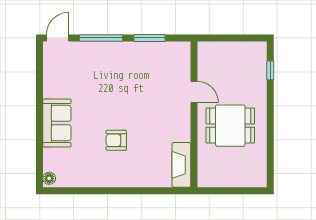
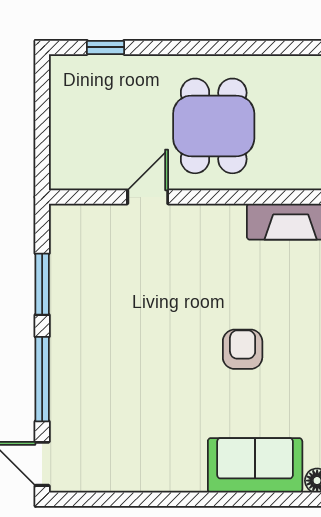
sofa: (57, 123) -> (255, 465), moved
armchair: (116, 140) -> (243, 349), turned 180

